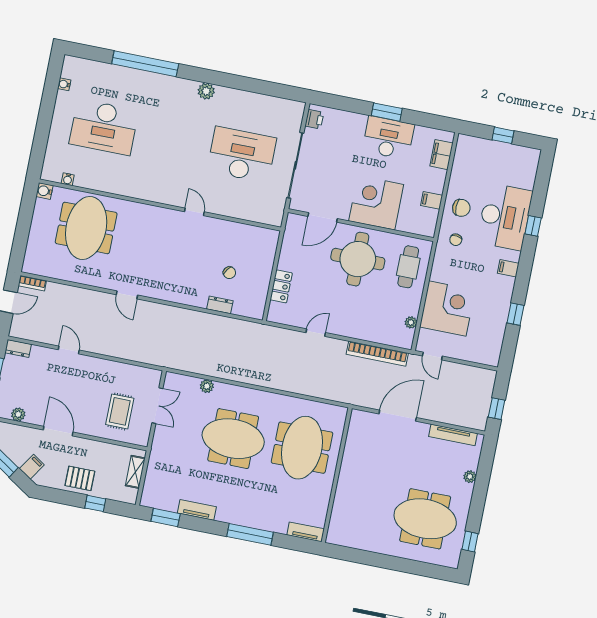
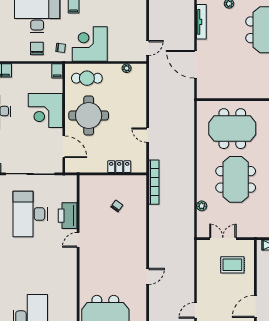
filing cabinet: (432, 200) -> (57, 71), moved
printer: (230, 204) -> (68, 216), added
dresser: (220, 305) -> (141, 208), removed
corner desk: (447, 309) -> (90, 44), moved
bookcase: (377, 354) -> (154, 182), moved

